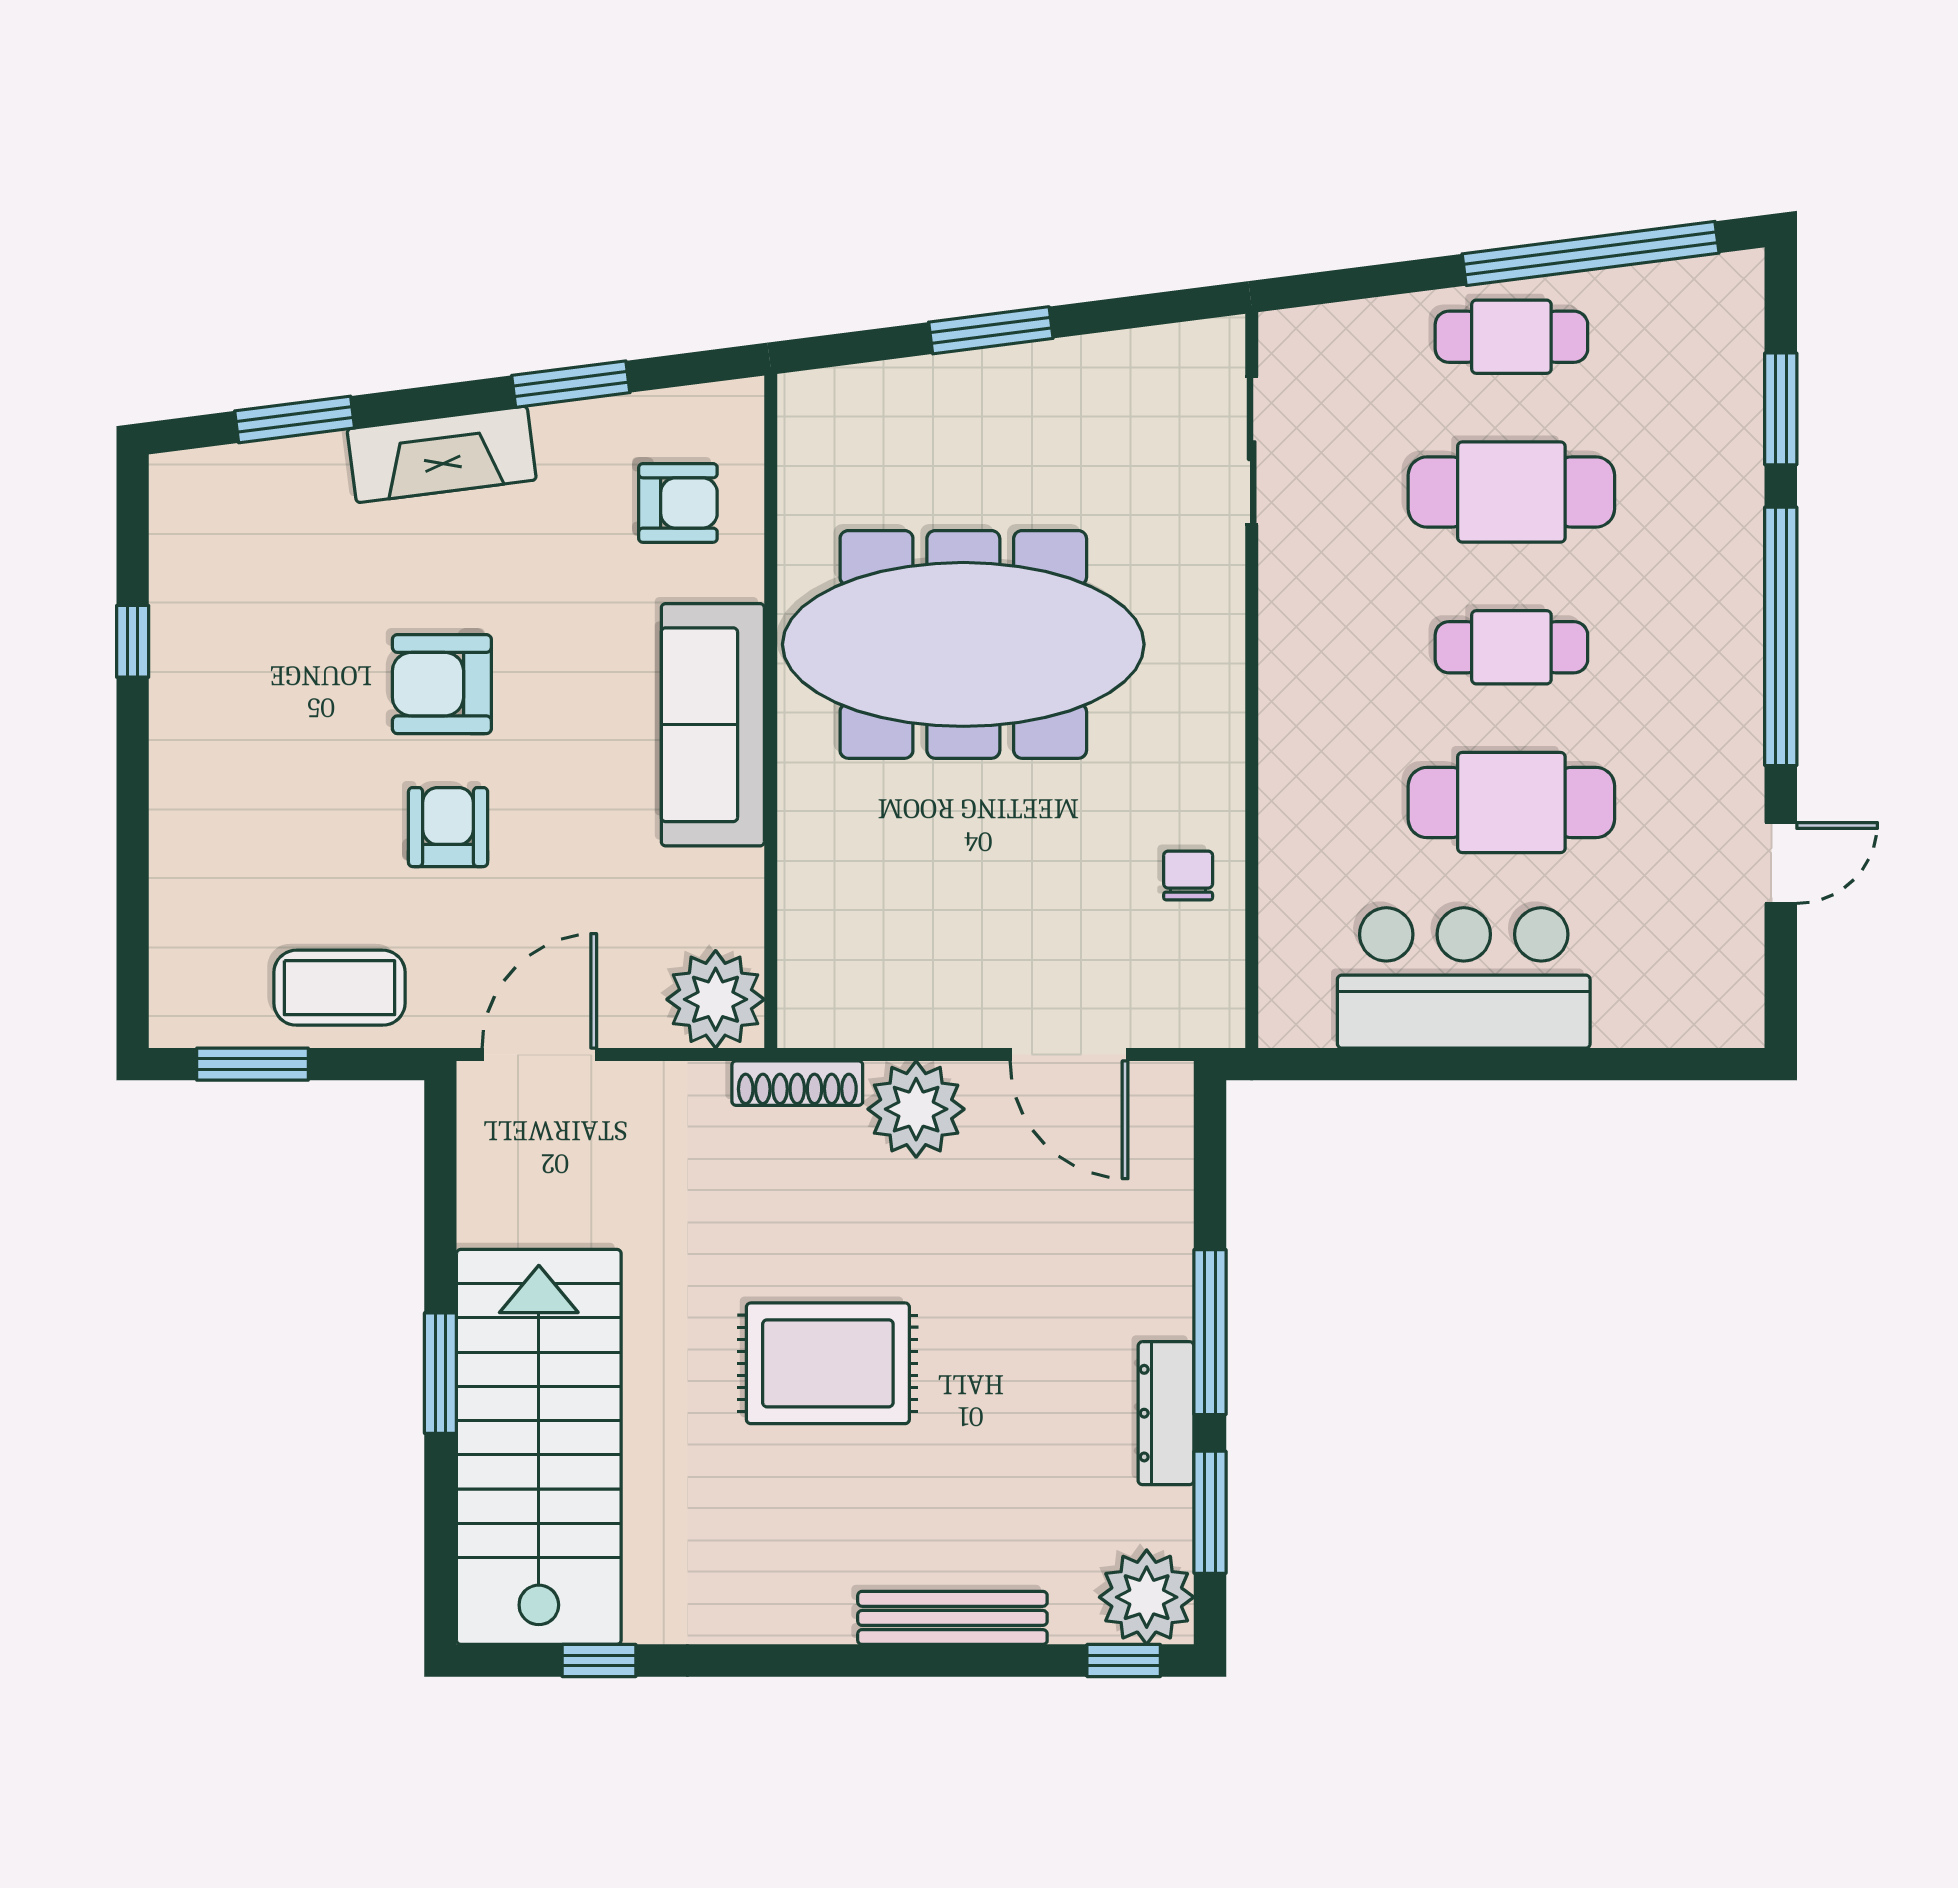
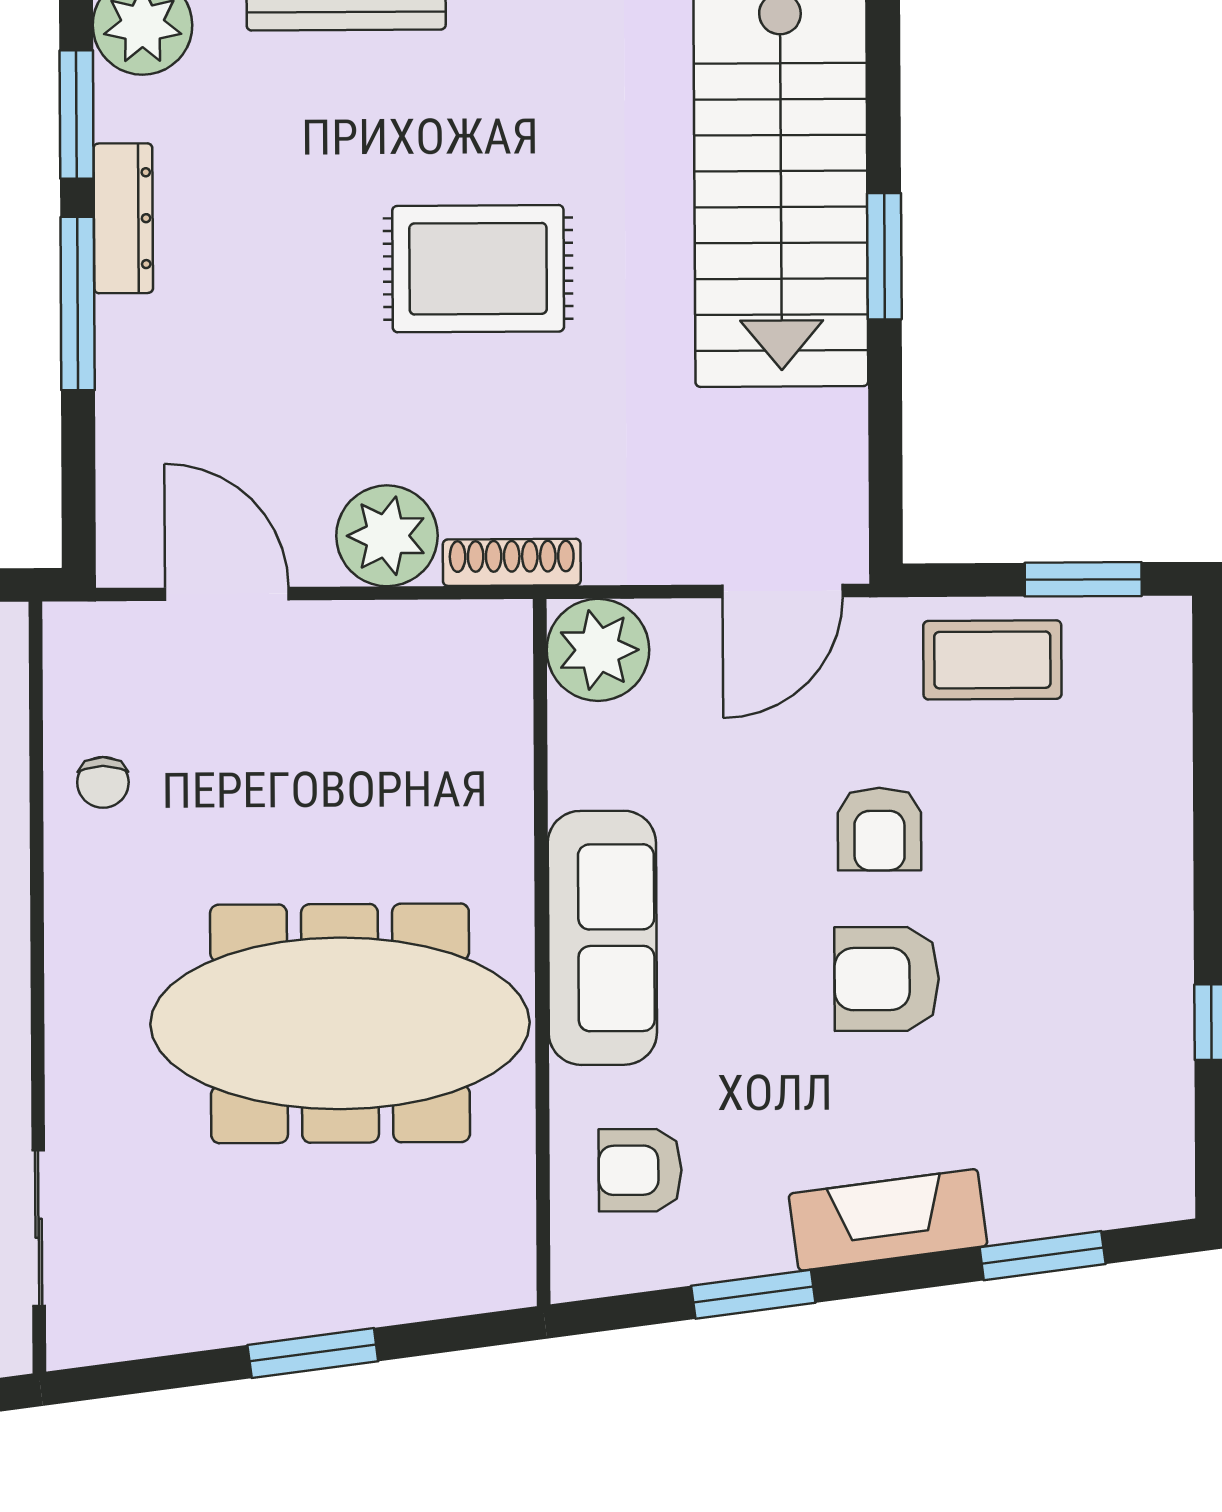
armchair: (442, 684) -> (887, 979), turned 180

